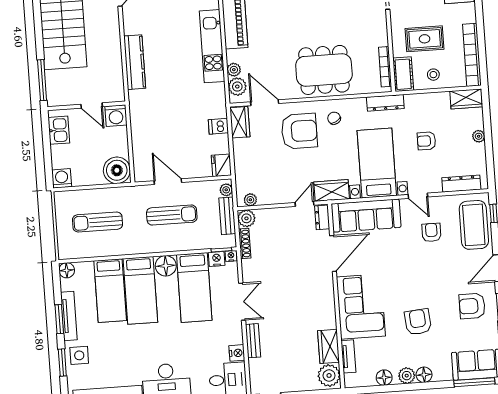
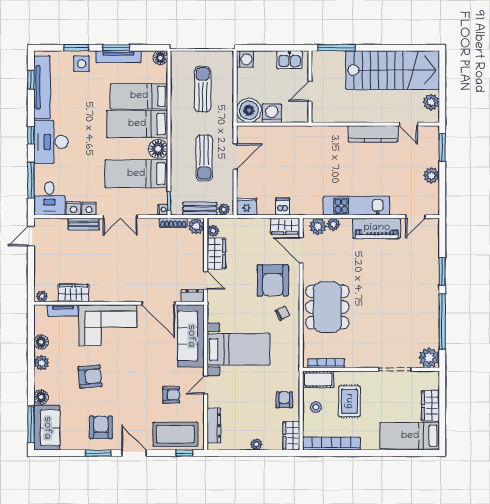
kitchen counter: (135, 62) -> (373, 134), moved
door: (265, 103) -> (301, 250), swing flipped
dresser: (385, 103) -> (293, 361), removed
washing machine: (116, 116) -> (272, 113), moved, turned 90
armchair: (426, 141) -> (284, 400), moved
wardrobe: (332, 190) -> (216, 254), moved
nightstand: (217, 259) -> (89, 209), moved, turned 90
plant: (329, 375) -> (42, 296), width x0.53, depth x0.53
floor lamp: (424, 375) -> (41, 397), moved

